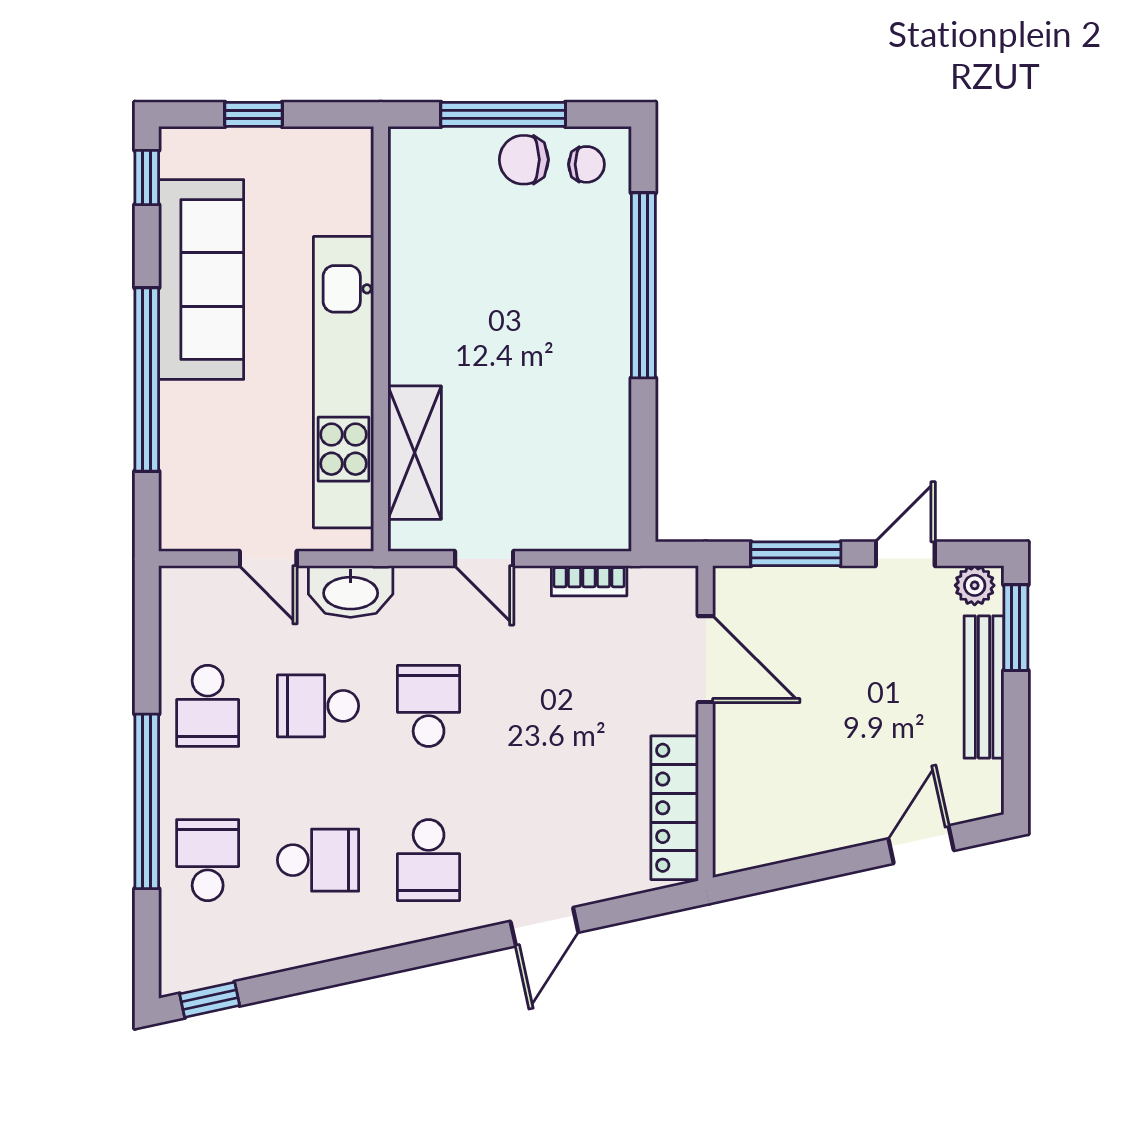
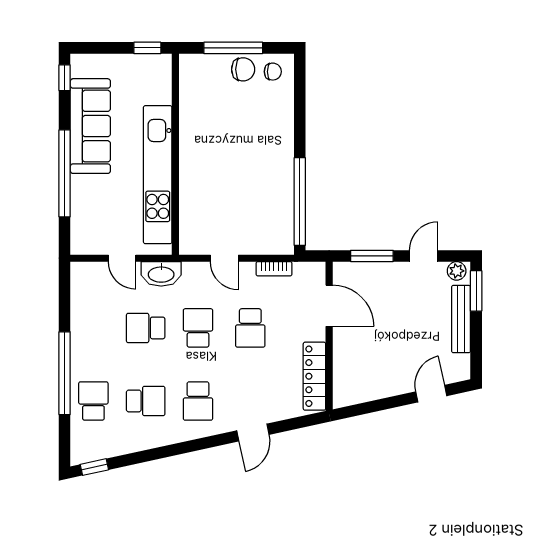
window: (253, 114) -> (147, 48), moved
chair: (524, 160) -> (243, 69), turned 180
window: (643, 285) -> (300, 201), moved
shelving: (415, 453) -> (191, 208), removed
school desk: (208, 706) -> (250, 328), moved

